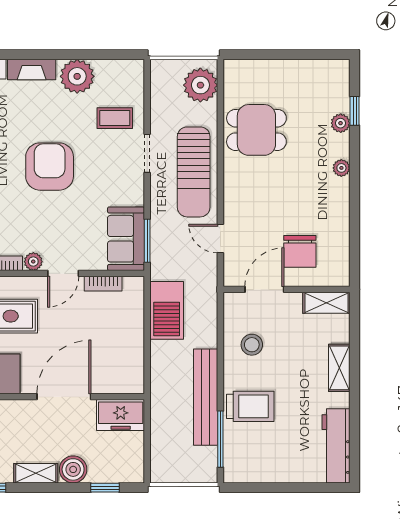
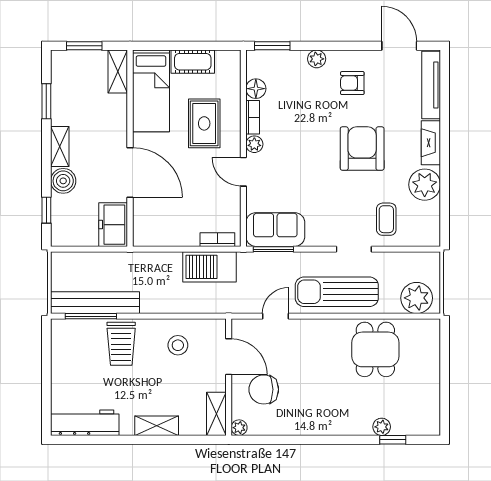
armchair: (50, 167) -> (362, 149), moved, turned -90
plant: (341, 168) -> (239, 428), moved
bookcase: (103, 284) -> (217, 240), moved, turned 90
bench: (206, 397) -> (95, 303), moved

